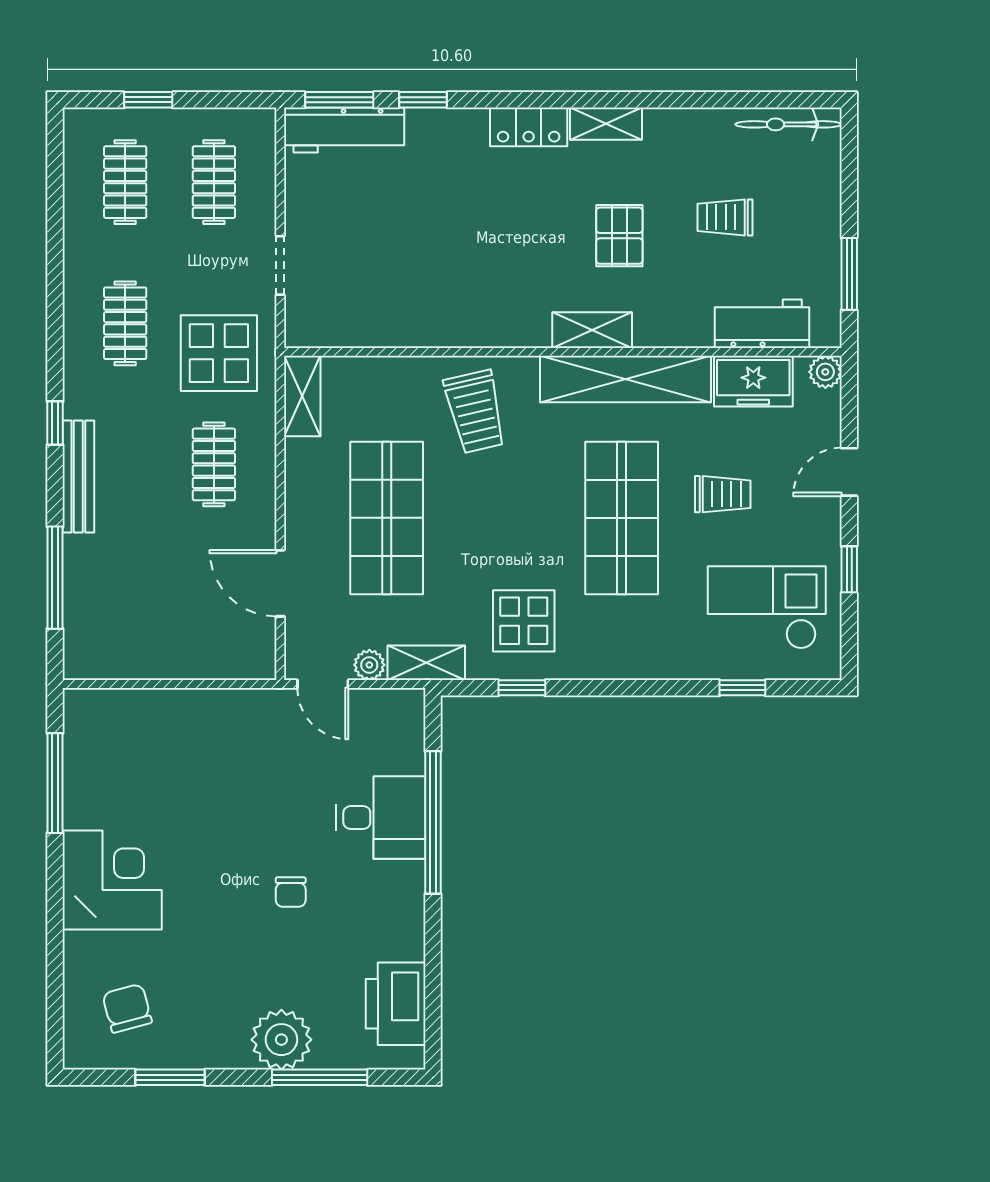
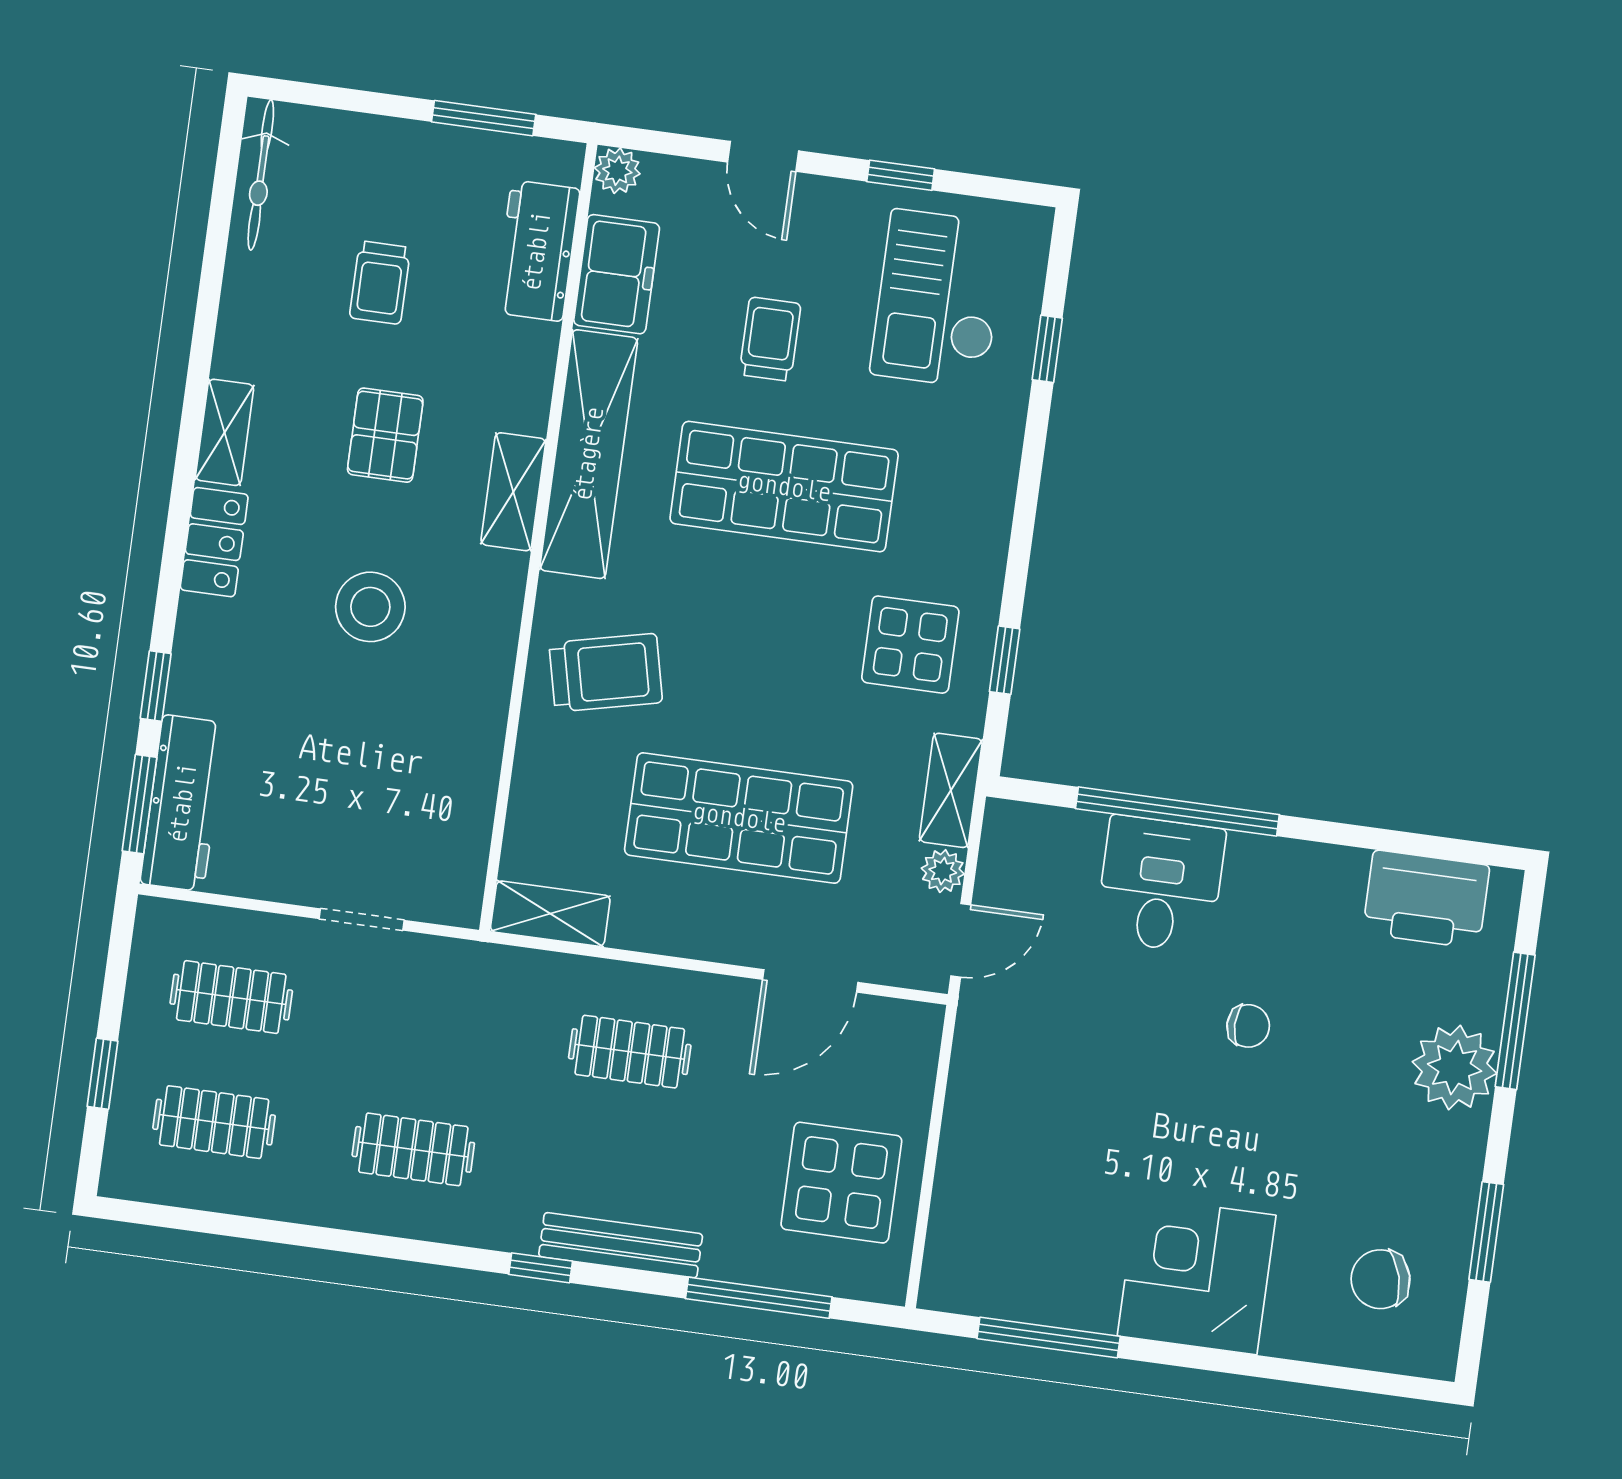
pallet: (619, 236) -> (385, 435), turned 90
stool: (498, 242) -> (370, 607), added
display table: (219, 353) -> (841, 1183), moved

